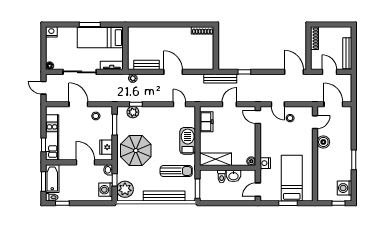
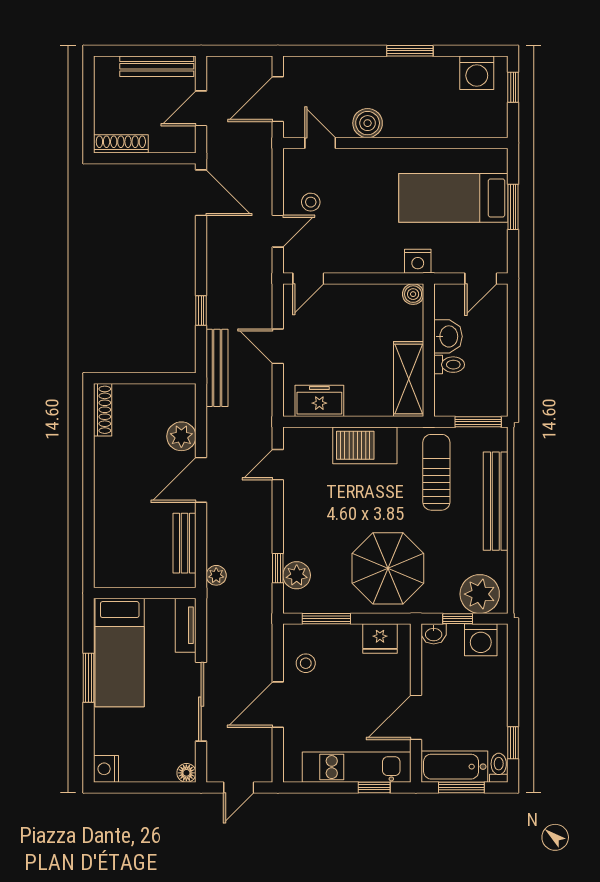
plant: (191, 64) -> (181, 436), added
door: (294, 72) -> (201, 193), swing flipped
door: (85, 162) -> (416, 717), moved
door: (258, 190) -> (481, 278), hinge flipped

